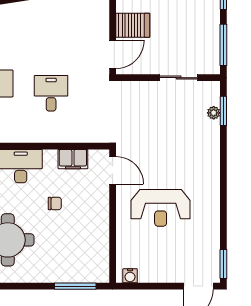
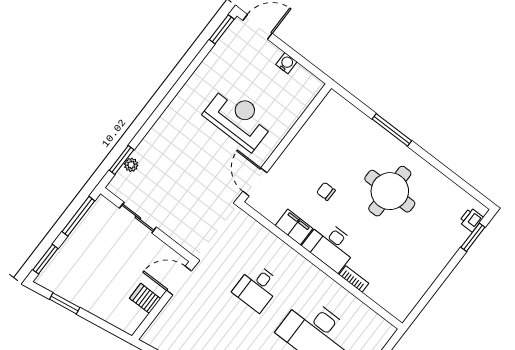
server rack: (133, 25) -> (145, 298), width x0.73, depth x0.70
filing cabinet: (73, 159) -> (294, 227), moved
water cooler: (130, 276) -> (286, 63), moved
window: (75, 286) -> (392, 130), moved

